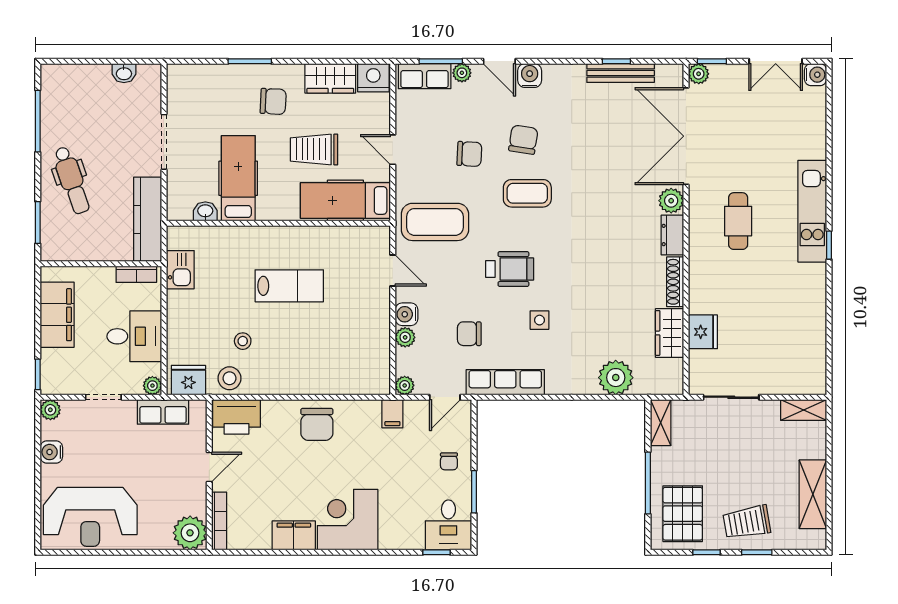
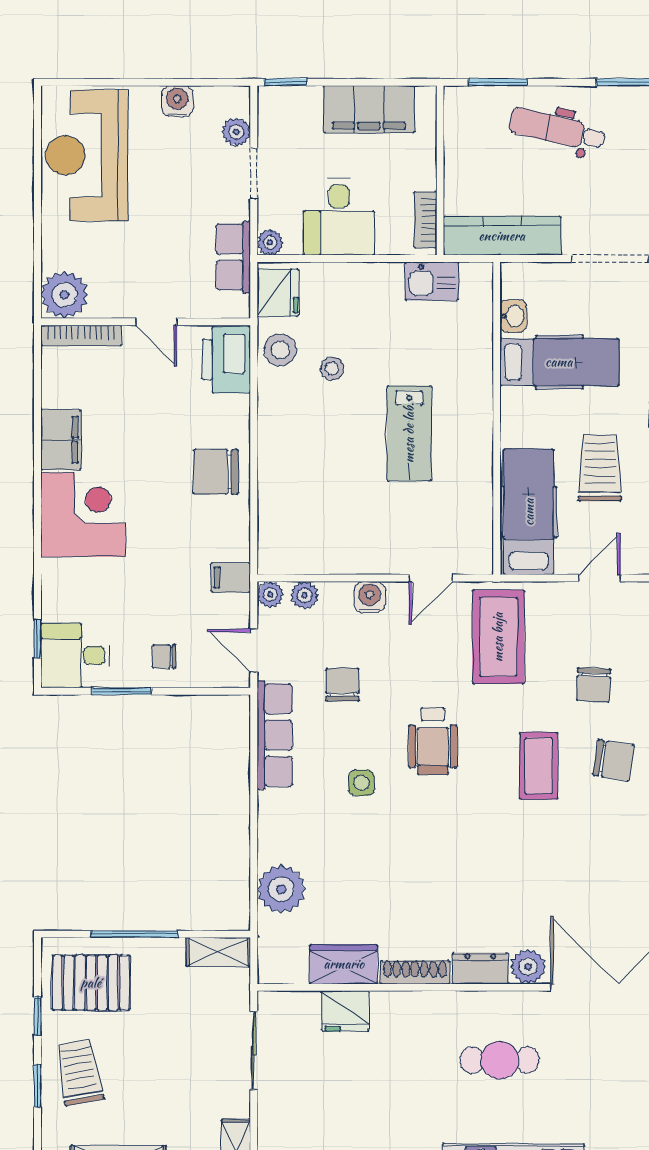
dental chair: (72, 180) -> (557, 130), turned 32
plant: (405, 337) -> (305, 595), moved
plant: (50, 410) -> (236, 132), moved

